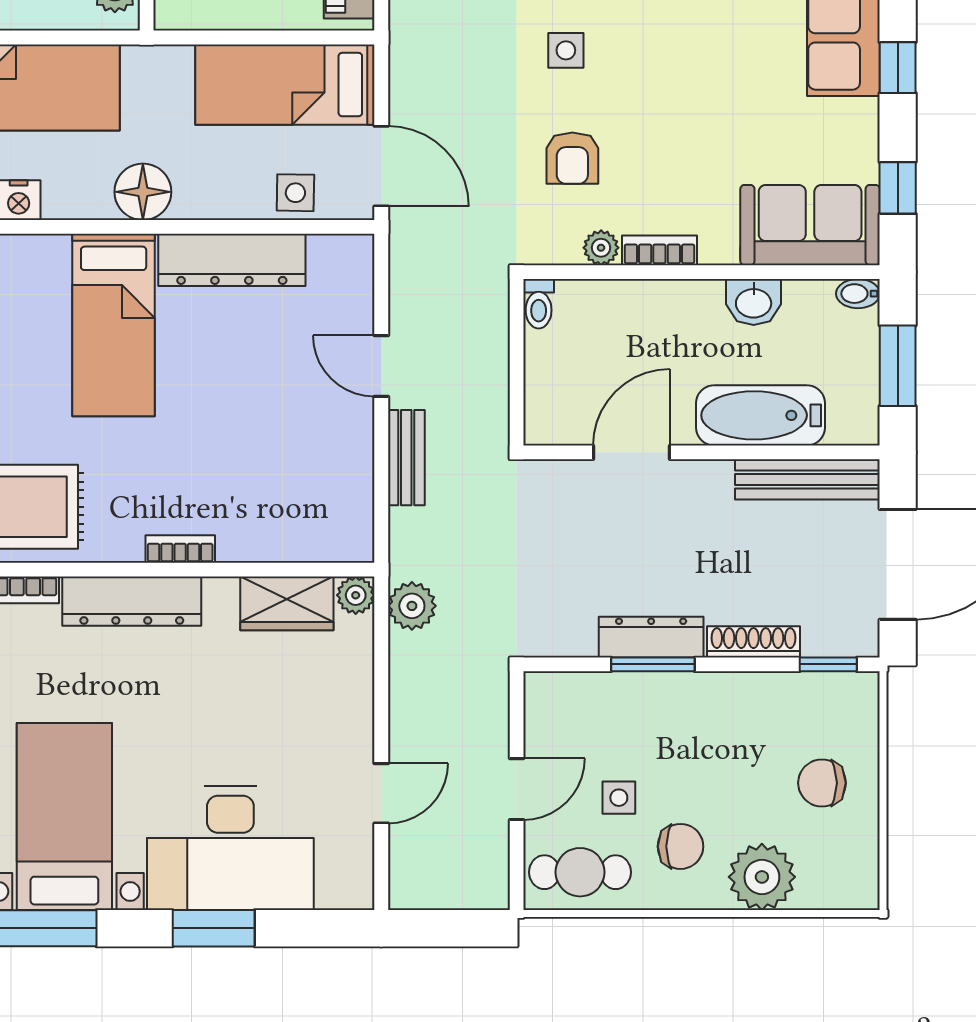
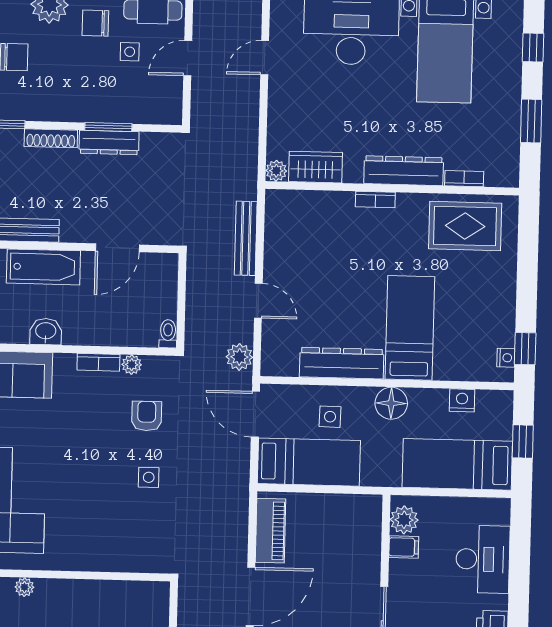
side table: (295, 193) -> (330, 417), moved
bench: (406, 458) -> (246, 238), width x1.36
plant: (412, 606) -> (239, 357), moved

